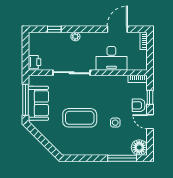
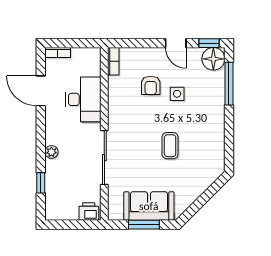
window: (150, 97) -> (209, 43), moved
window: (26, 100) -> (144, 225), width x0.69
armchair: (139, 105) -> (151, 85), moved
coffee table: (80, 118) -> (170, 146), width x0.54, depth x0.58
door: (150, 122) -> (176, 43), hinge flipped

